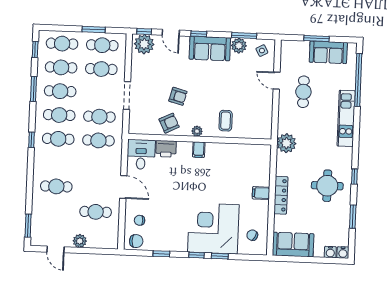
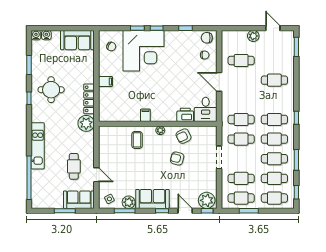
sofa: (328, 52) -> (79, 200), moved
filing cabinet: (199, 150) -> (145, 115), moved
locker: (281, 195) -> (89, 99), moved

